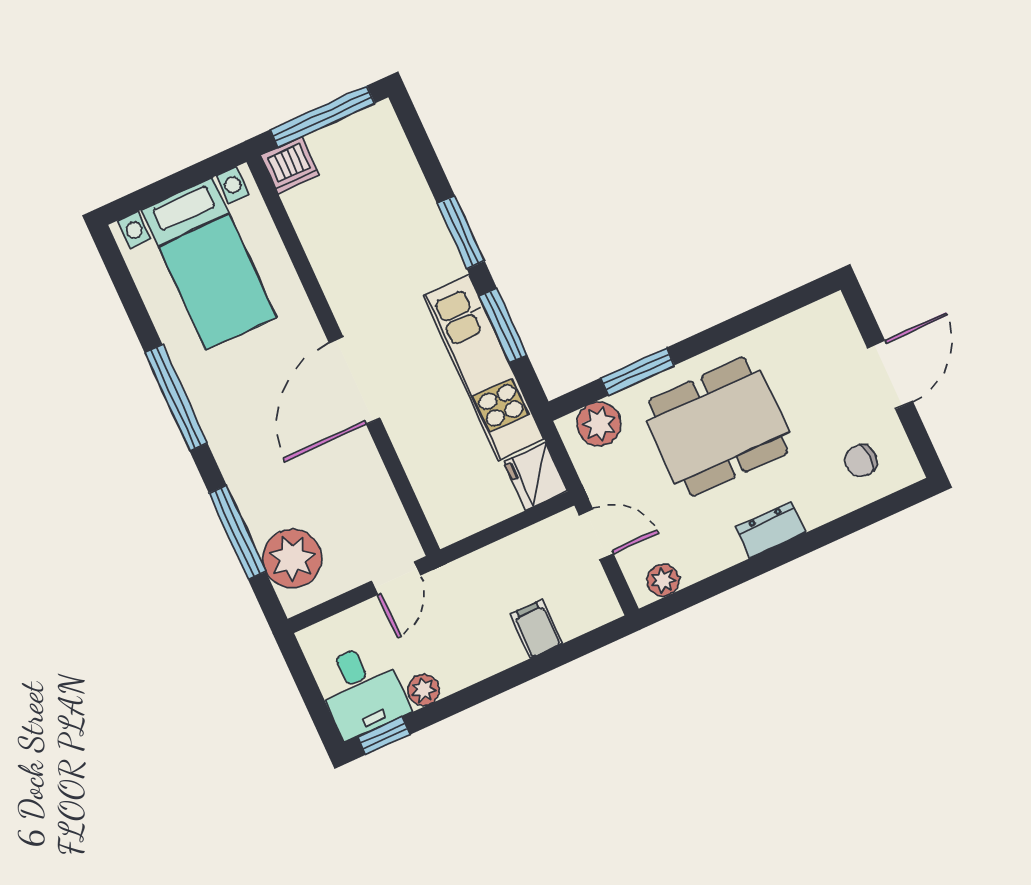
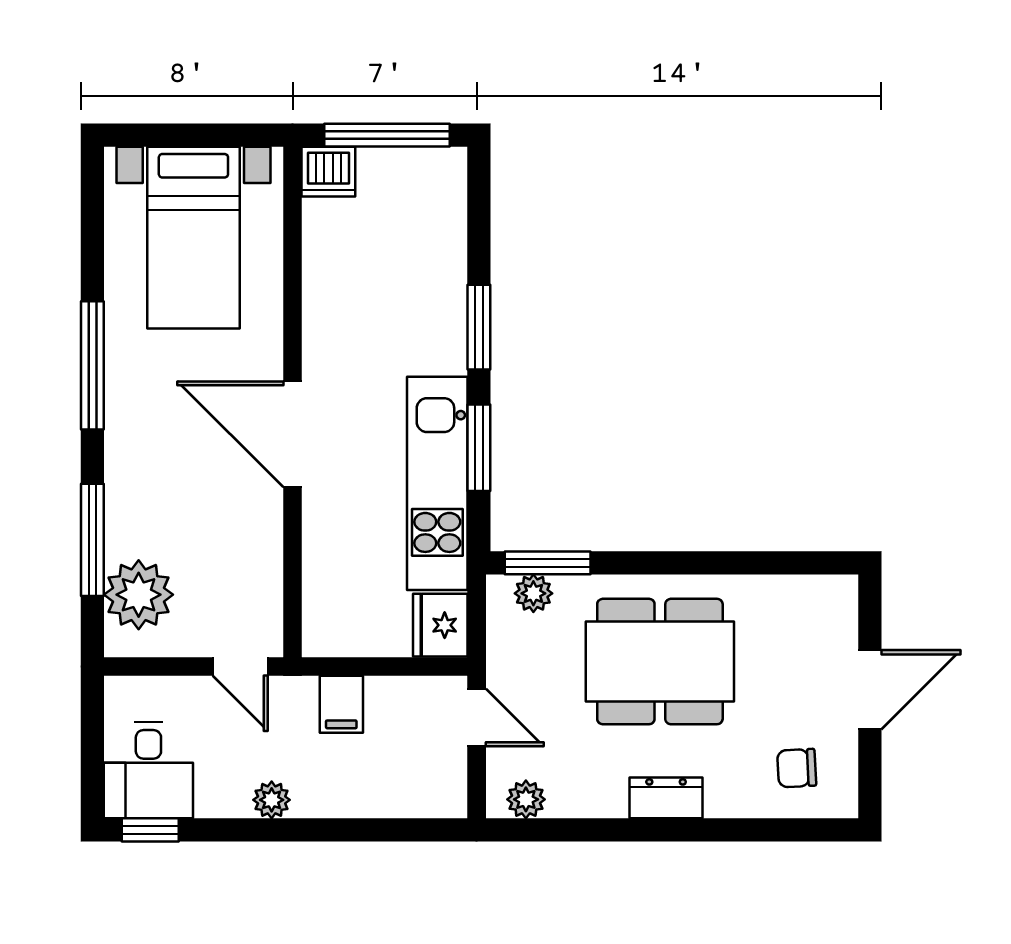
window: (637, 372) -> (548, 563), moved
door: (355, 380) -> (293, 434), hinge flipped
plant: (599, 424) -> (533, 593), width x0.73, depth x0.73
door: (396, 578) -> (240, 666), hinge flipped
filing cabinet: (536, 629) -> (341, 704), moved, turned 180
plant: (423, 690) -> (272, 800), moved

